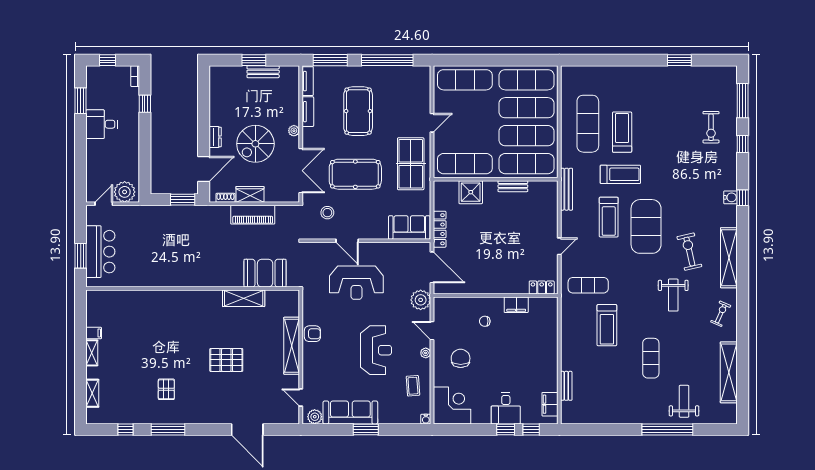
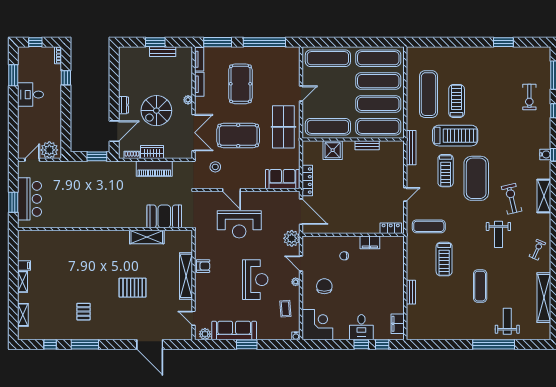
treadmill: (620, 174) -> (455, 136), width x1.37, depth x1.38
shelving: (729, 258) -> (544, 196), width x0.68
bench: (566, 386) -> (411, 292), moved

